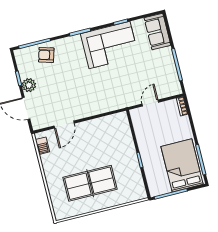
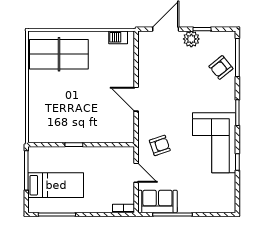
sofa: (157, 32) -> (157, 201), moved
armchair: (46, 55) -> (221, 67), turned -145
armchair: (123, 89) -> (160, 145), added
door: (64, 125) -> (136, 99), moved
bed: (182, 165) -> (56, 185), width x0.67
table tennis table: (90, 183) -> (59, 54), moved, turned 90

